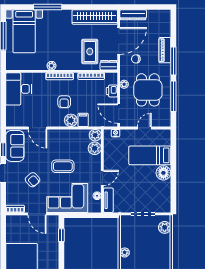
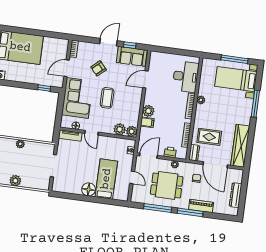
dresser: (133, 15) -> (236, 195), moved
desk: (19, 89) -> (186, 77), moved, turned 90
armchair: (64, 102) -> (166, 107), removed
plant: (165, 227) -> (15, 181), moved

